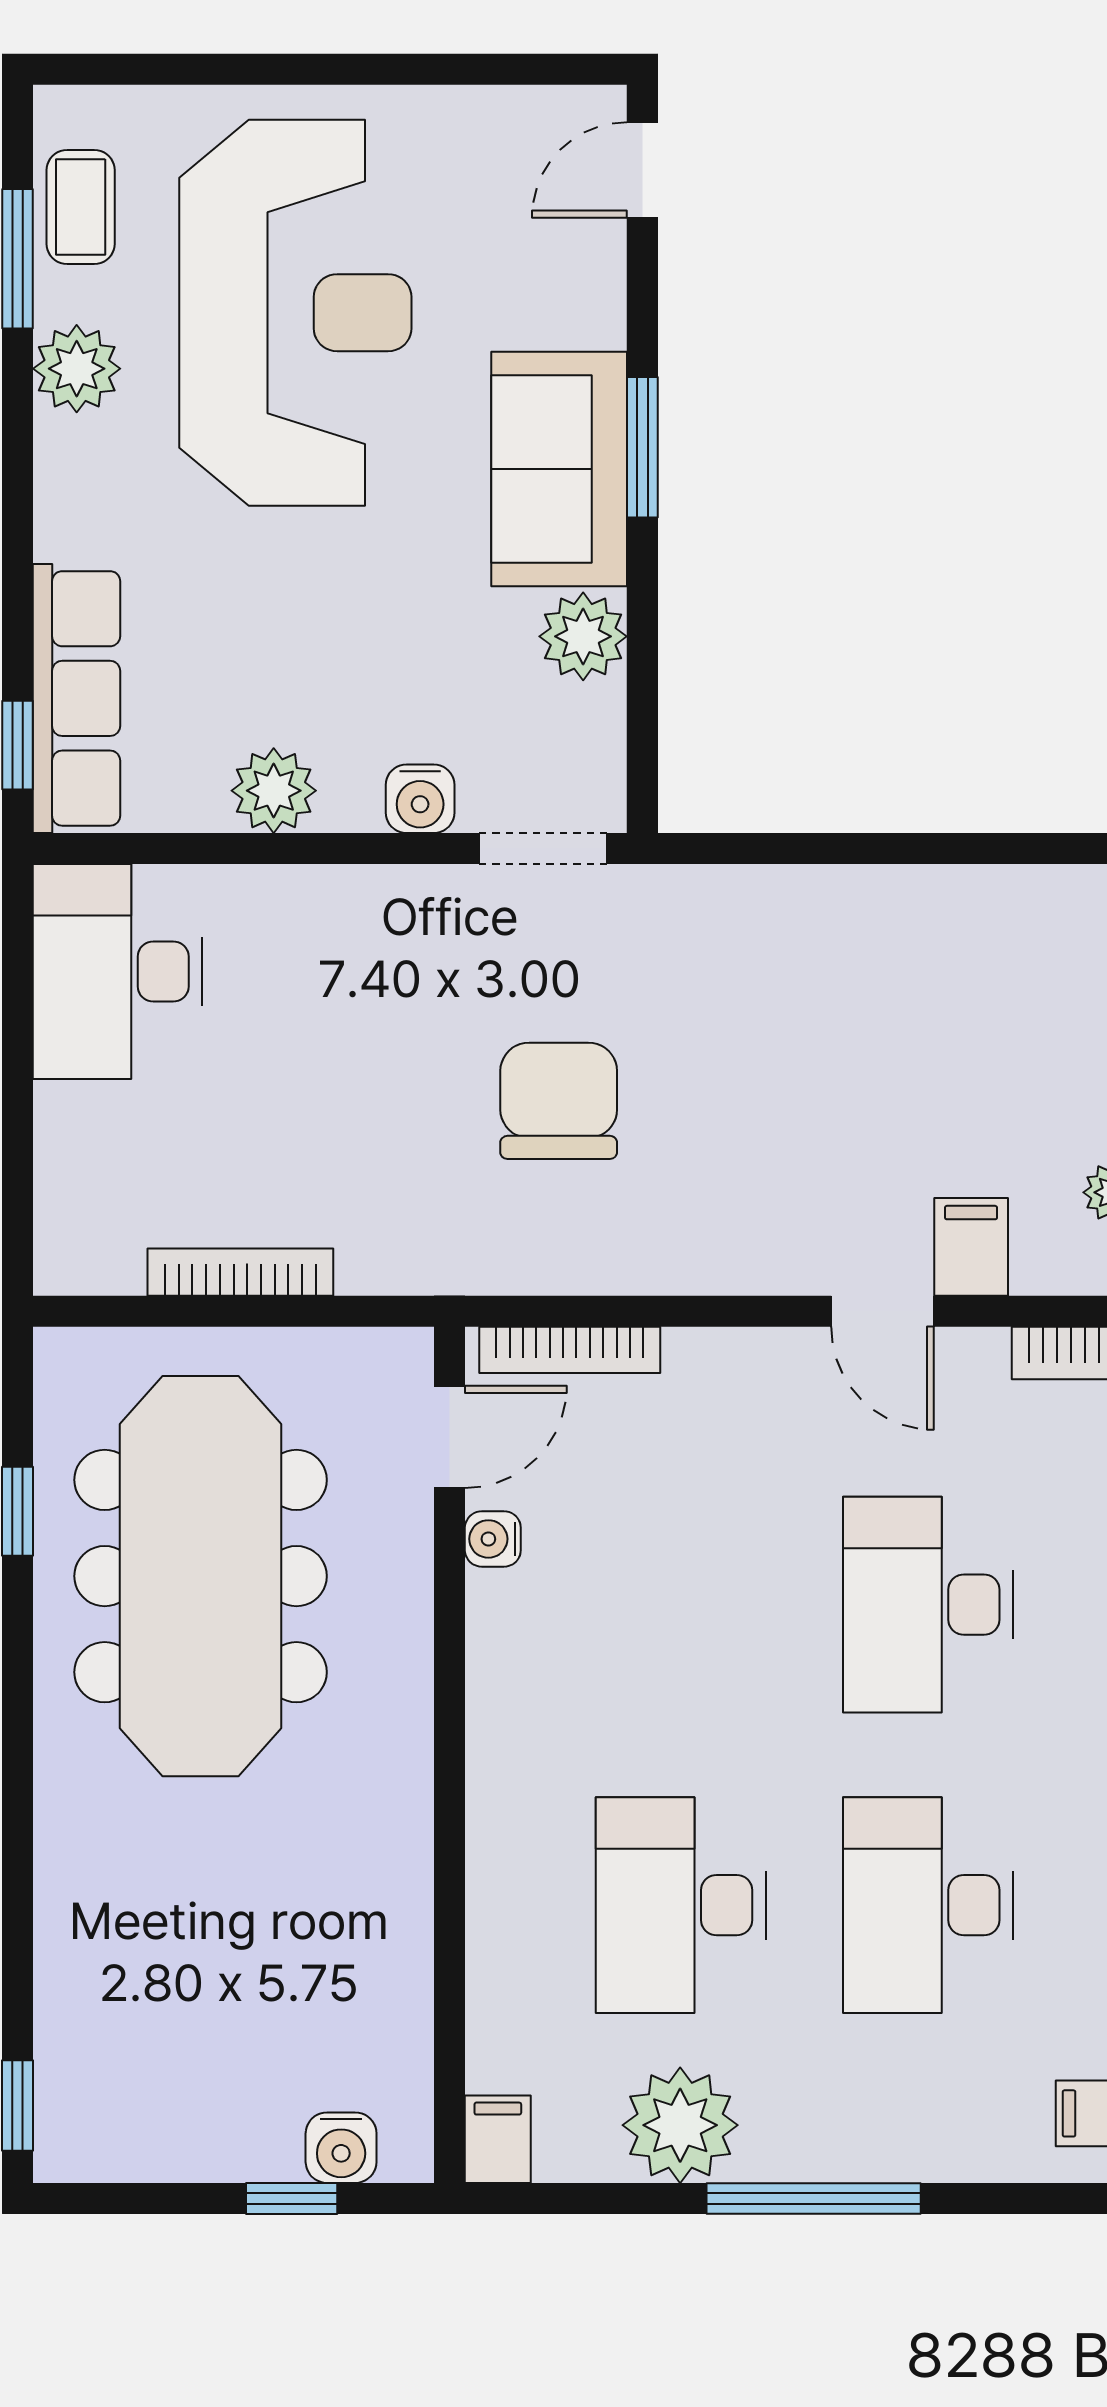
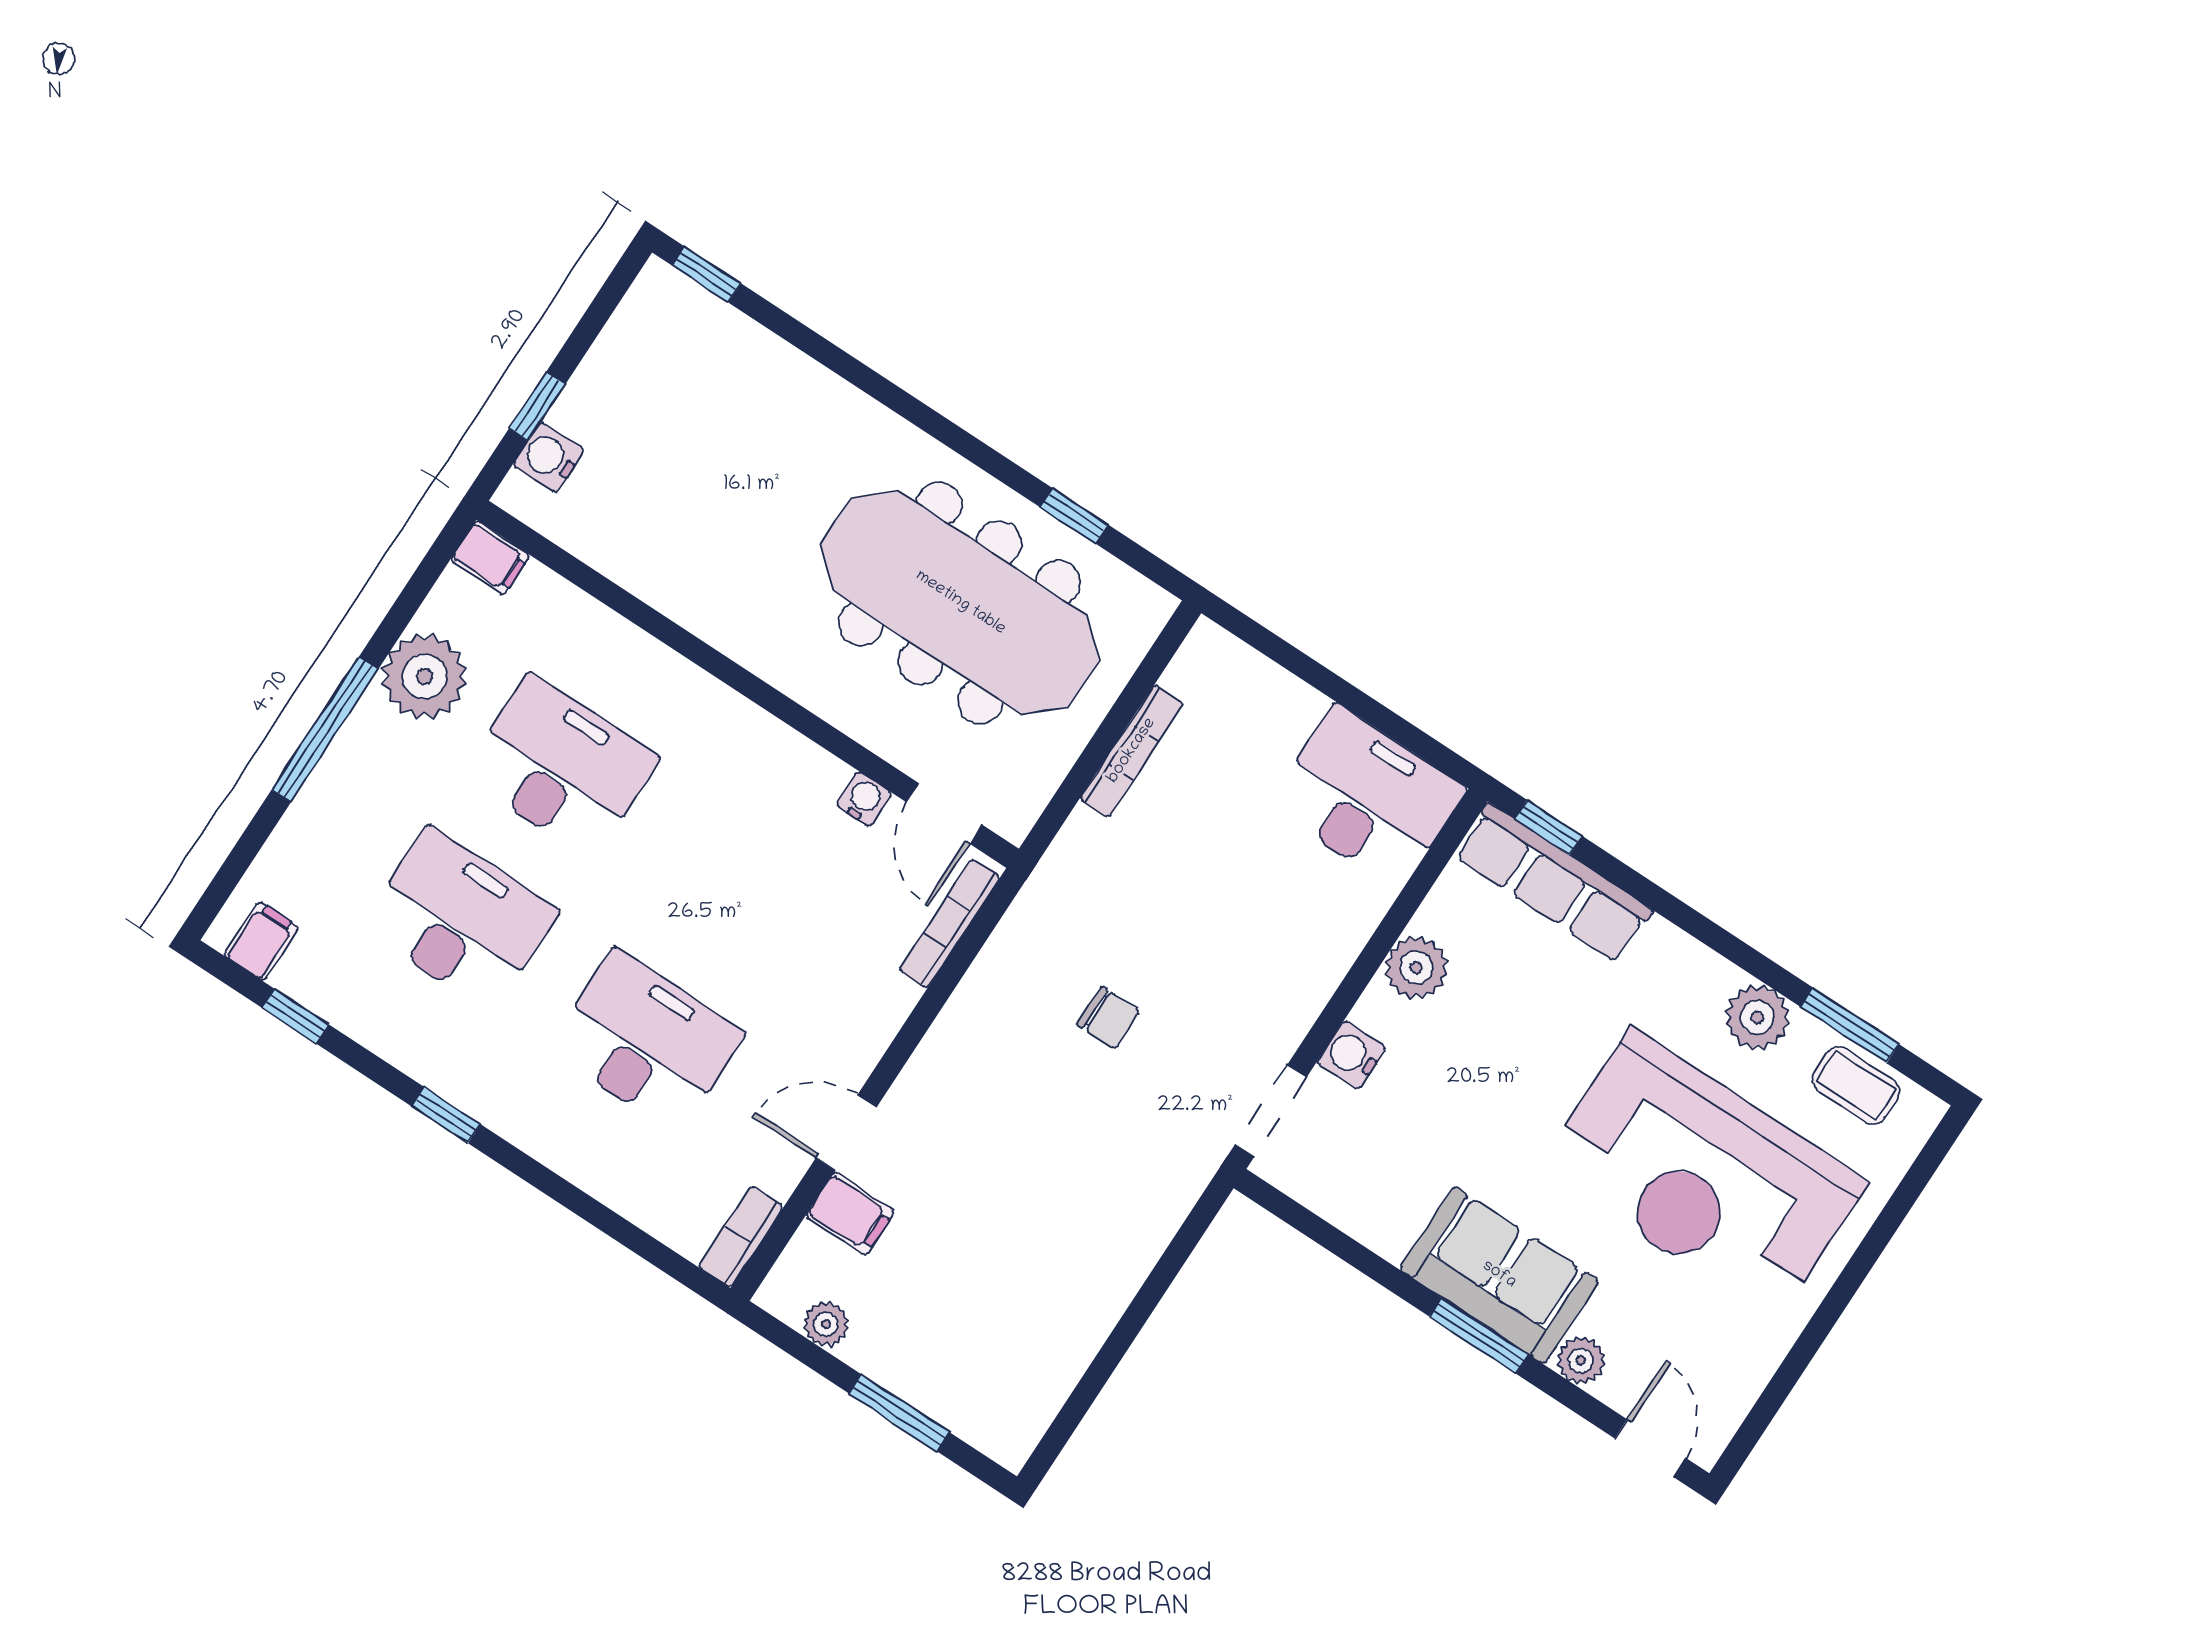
plant: (583, 636) -> (1581, 1360), moved, width x0.73, depth x0.73
chair: (559, 1101) -> (1108, 1018), width x0.54, depth x0.54

